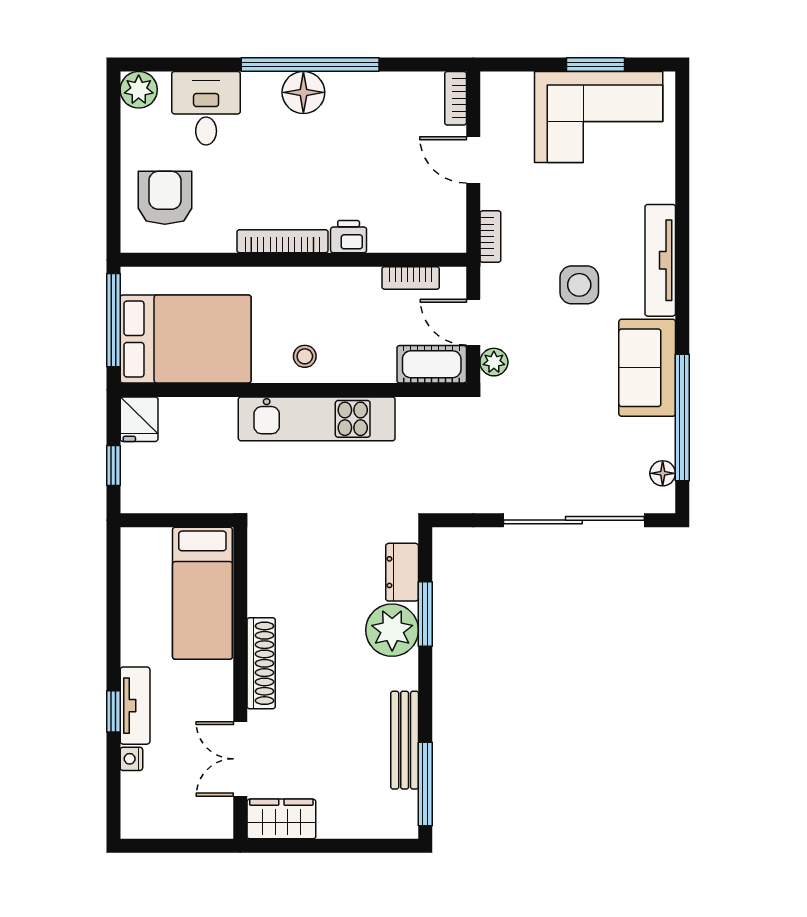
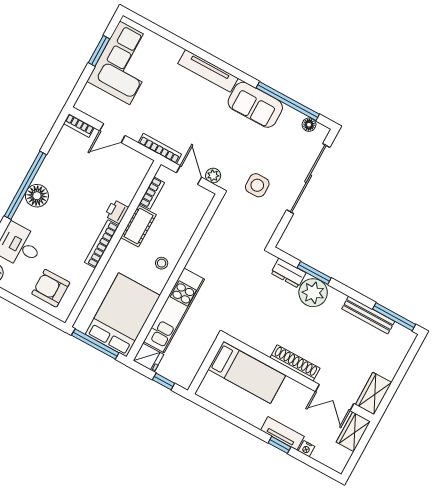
bookcase: (490, 237) -> (160, 149), width x1.56
side table: (579, 285) -> (257, 185), moved
door: (473, 322) -> (189, 175), swing flipped
cot: (432, 364) -> (138, 226), moved
kitchen unit: (317, 419) -> (174, 310), moved
wardrobe: (201, 820) -> (353, 432), added

